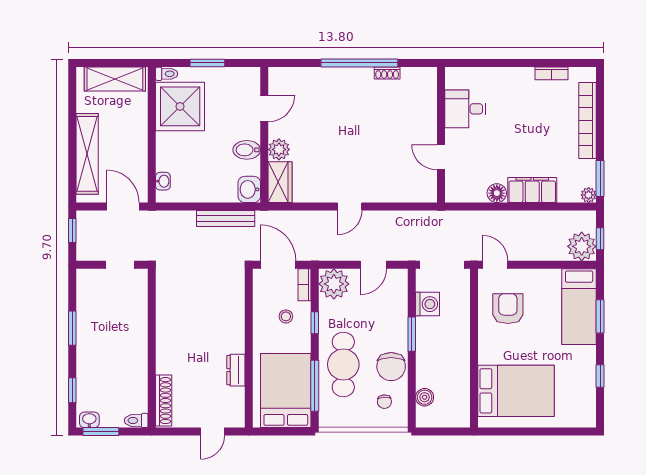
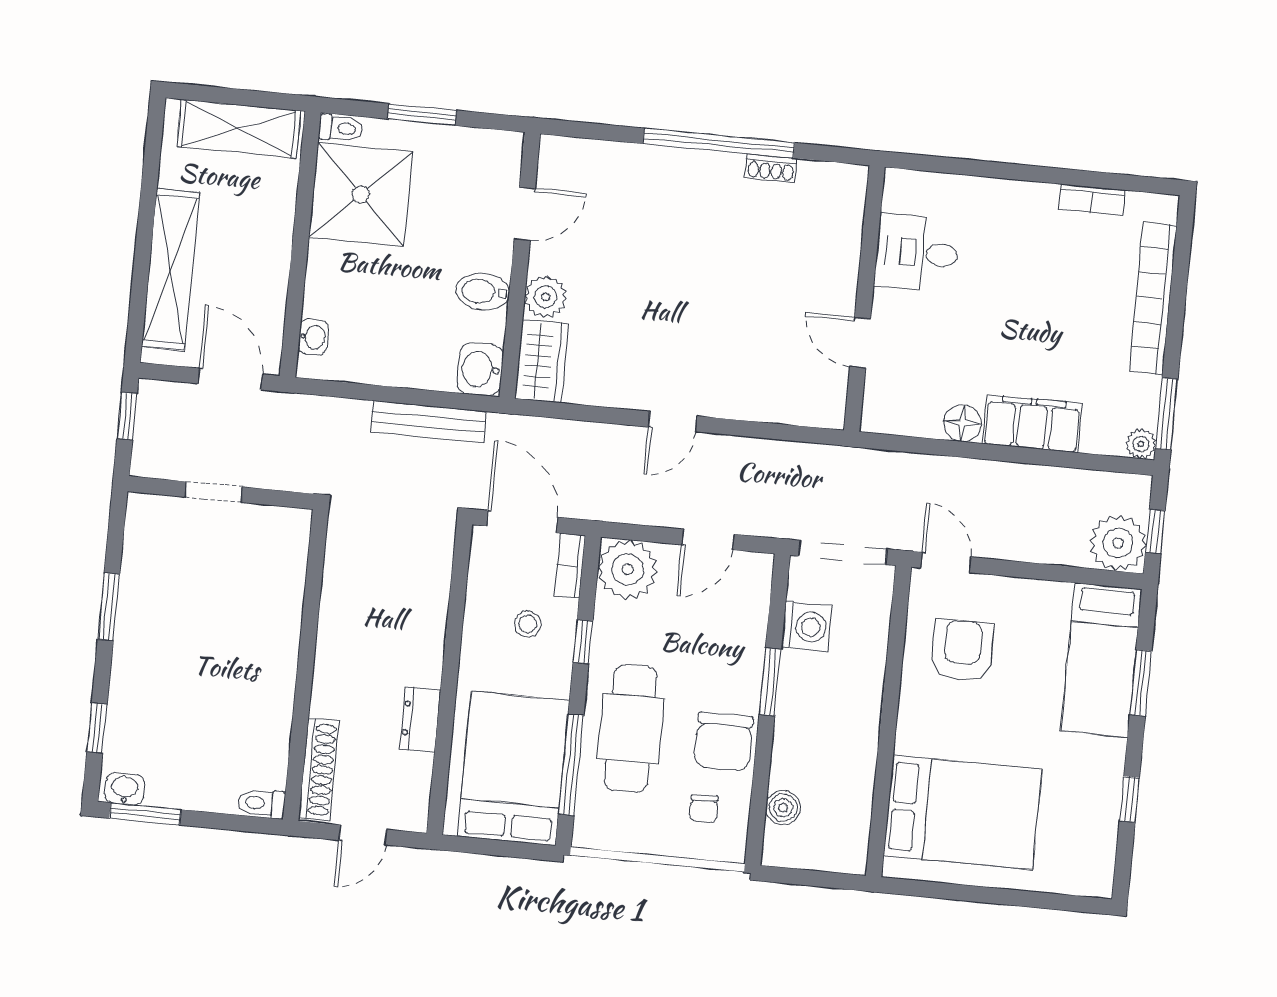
wall: (152, 348) -> (306, 665), moved
shoe rack: (164, 401) -> (319, 769), moved
toilet: (136, 420) -> (261, 803), moved

